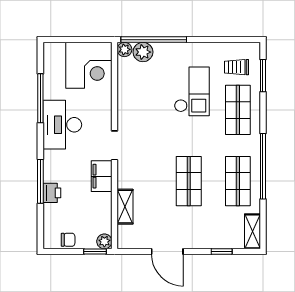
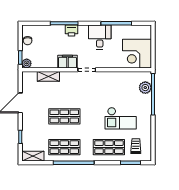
plant: (124, 49) -> (147, 76), removed
desk: (62, 125) -> (100, 37), width x0.73
printer: (52, 193) -> (72, 30), moved

